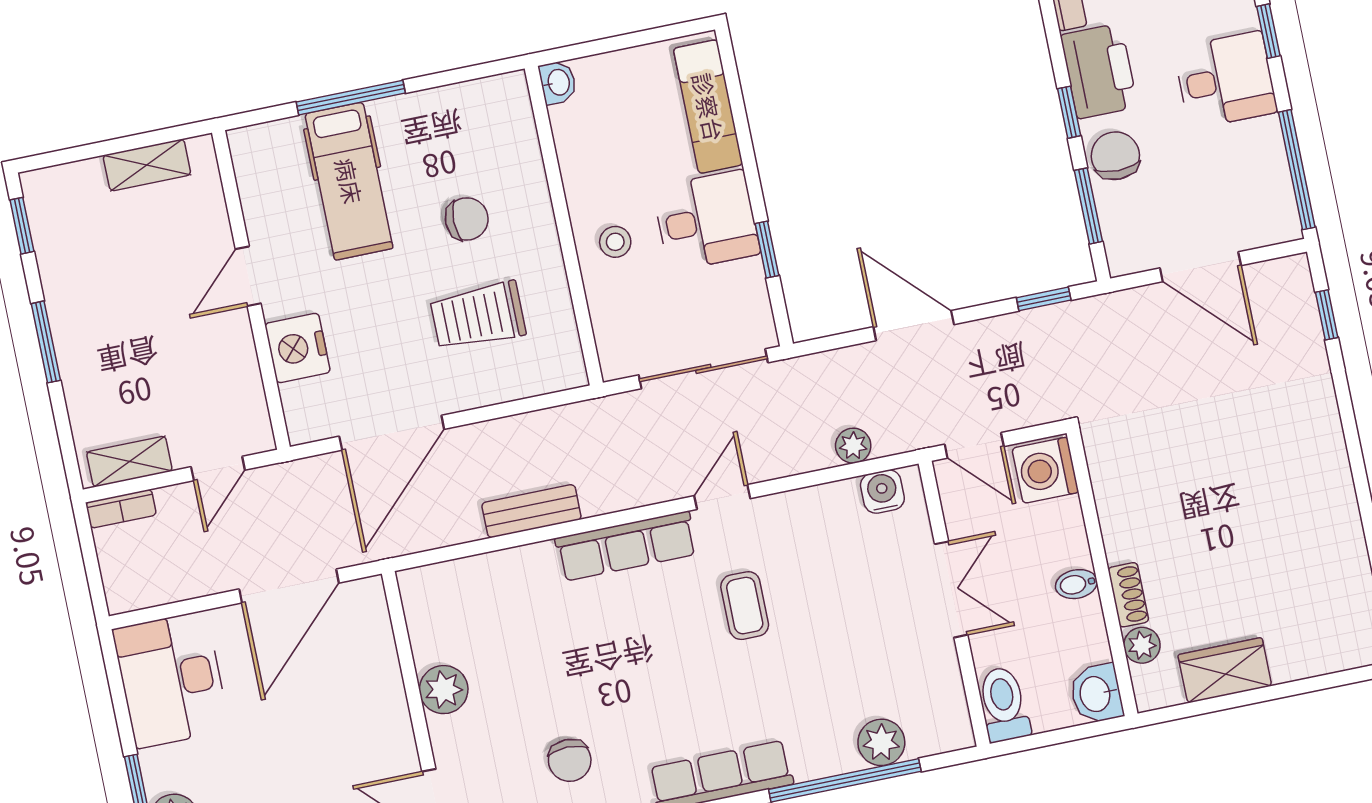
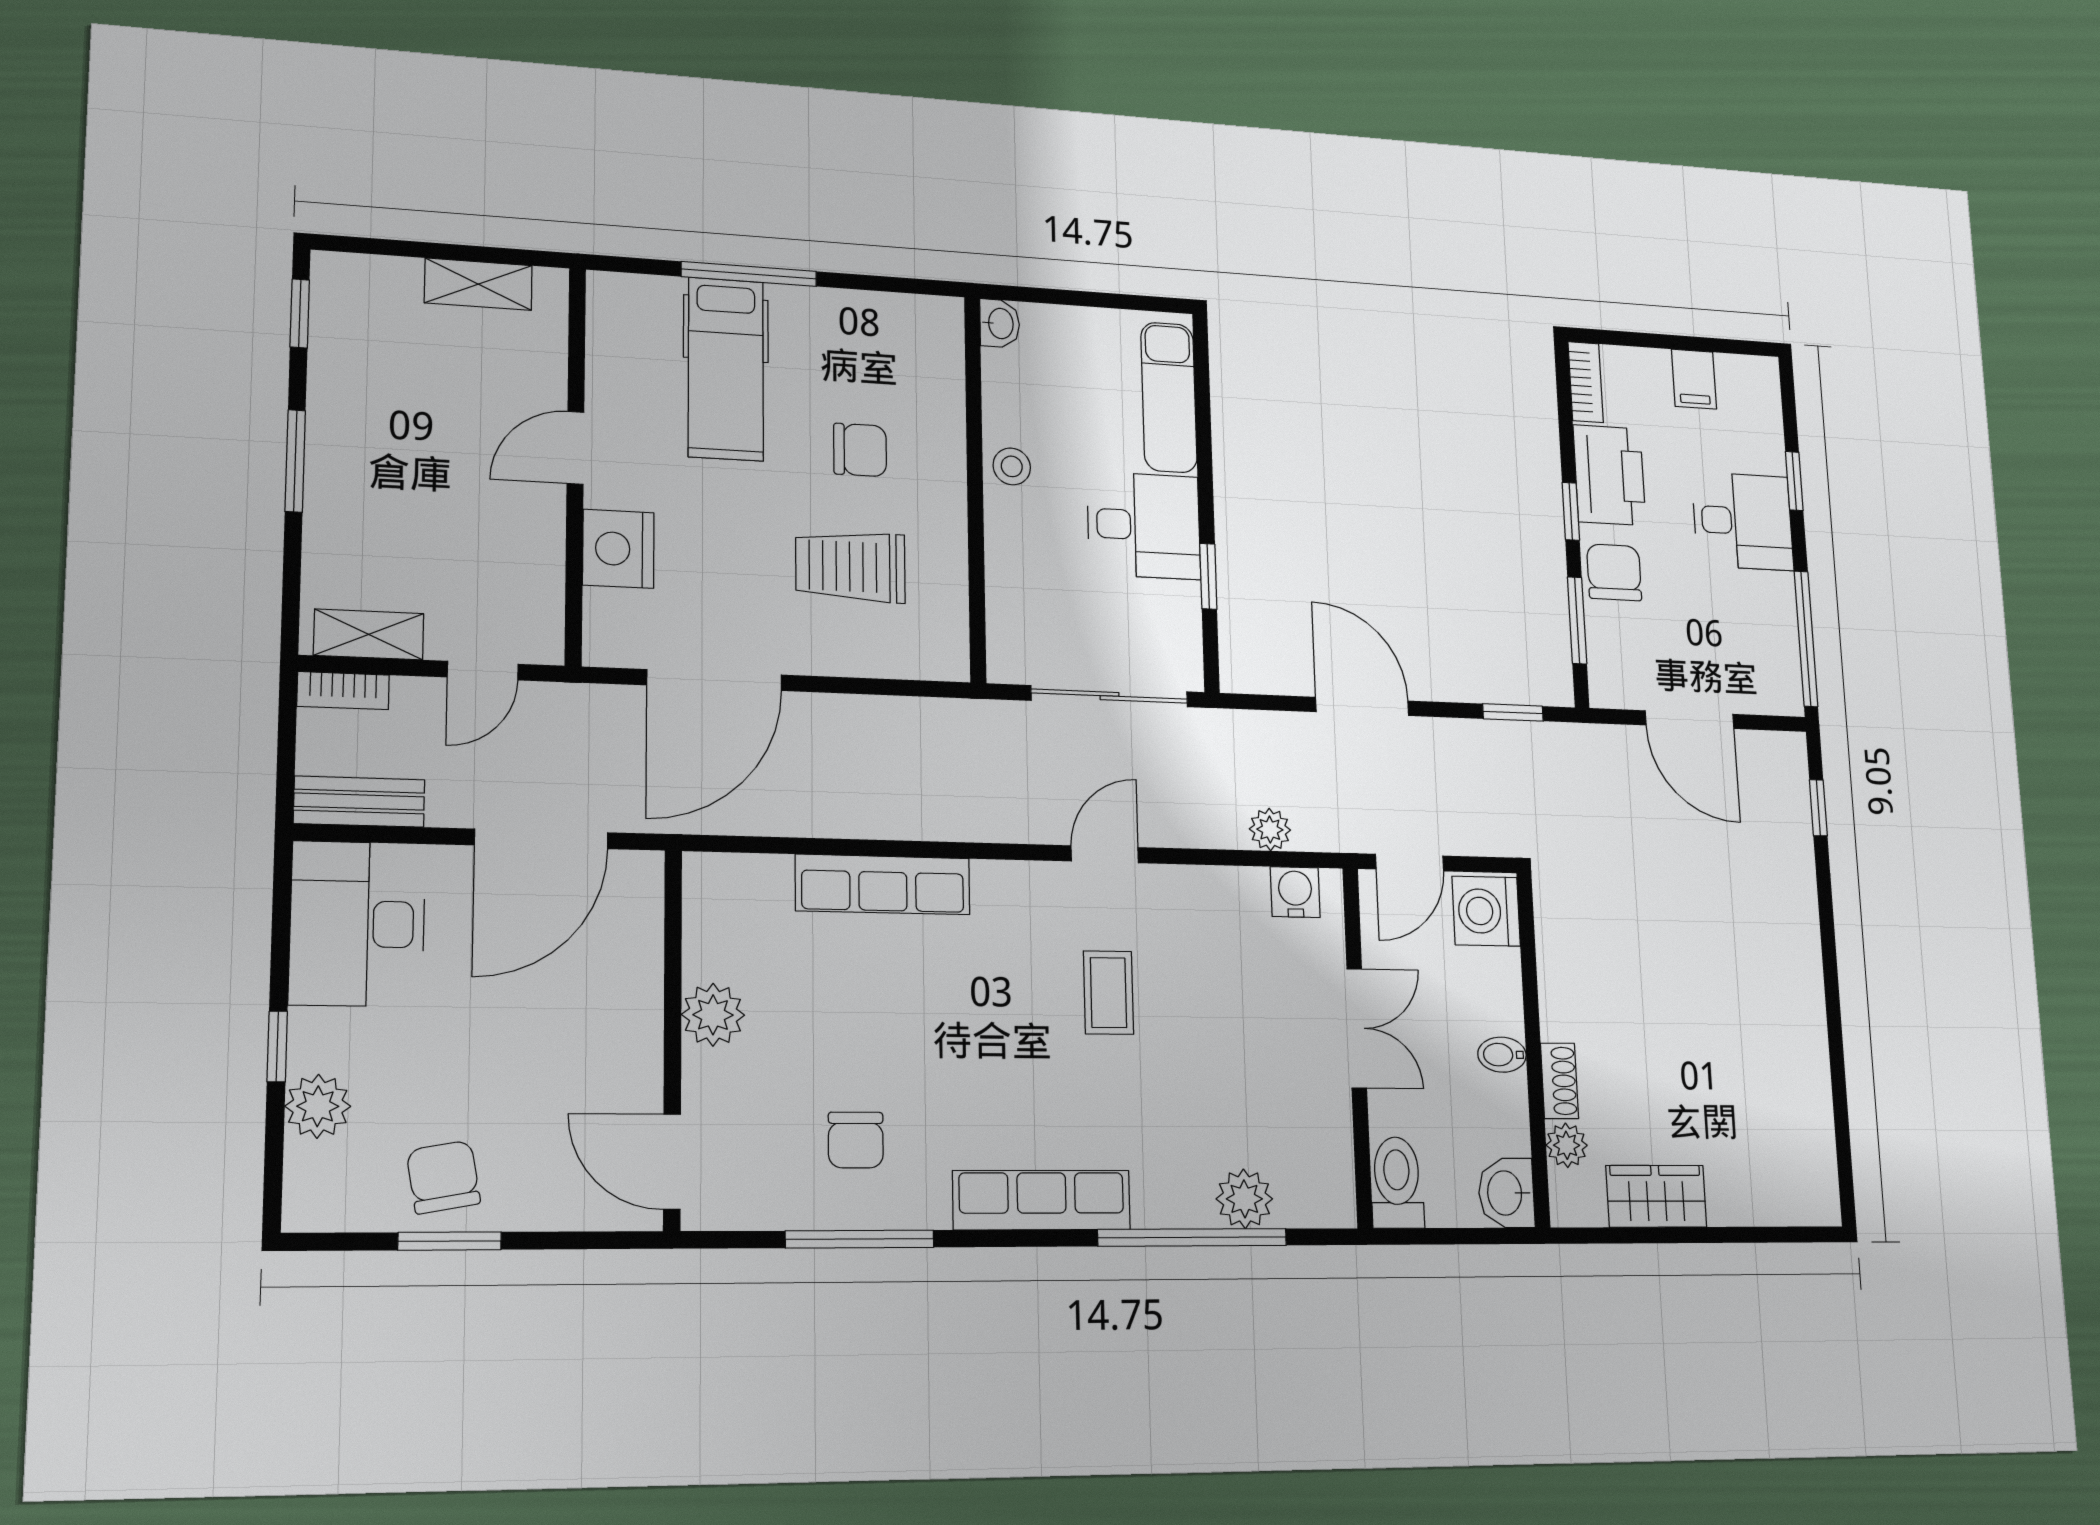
stool: (615, 242) -> (1012, 466), moved
door: (974, 445) -> (1410, 863), hinge flipped
bench: (531, 511) -> (359, 802), moved
row of seats: (626, 546) -> (883, 884), moved

